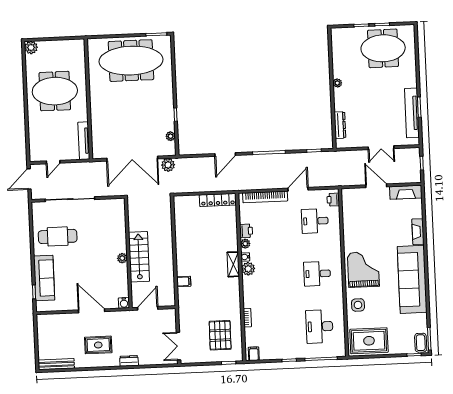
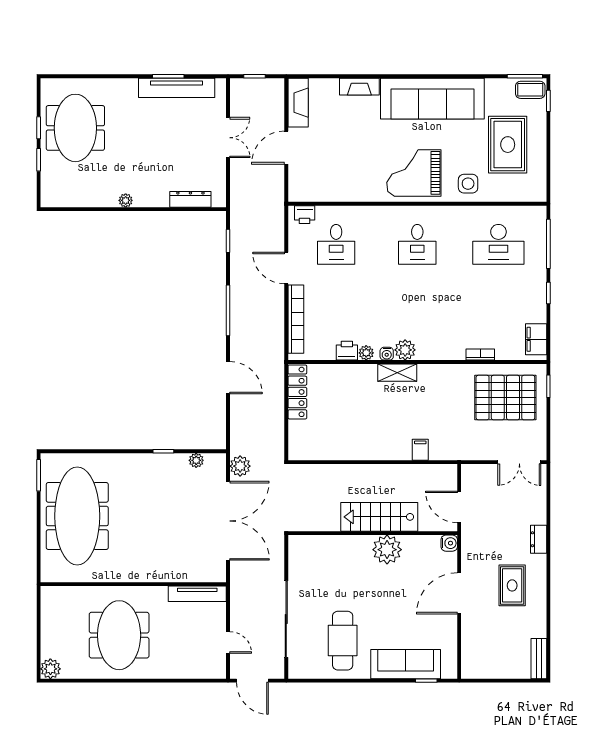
plant: (122, 258) -> (387, 550), width x1.87, depth x1.87
pallet: (220, 335) -> (505, 398), width x1.37, depth x1.41
rug: (369, 341) -> (508, 145), moved
filing cabinet: (254, 354) -> (536, 339), width x2.00
bench: (56, 364) -> (539, 659), width x0.73

